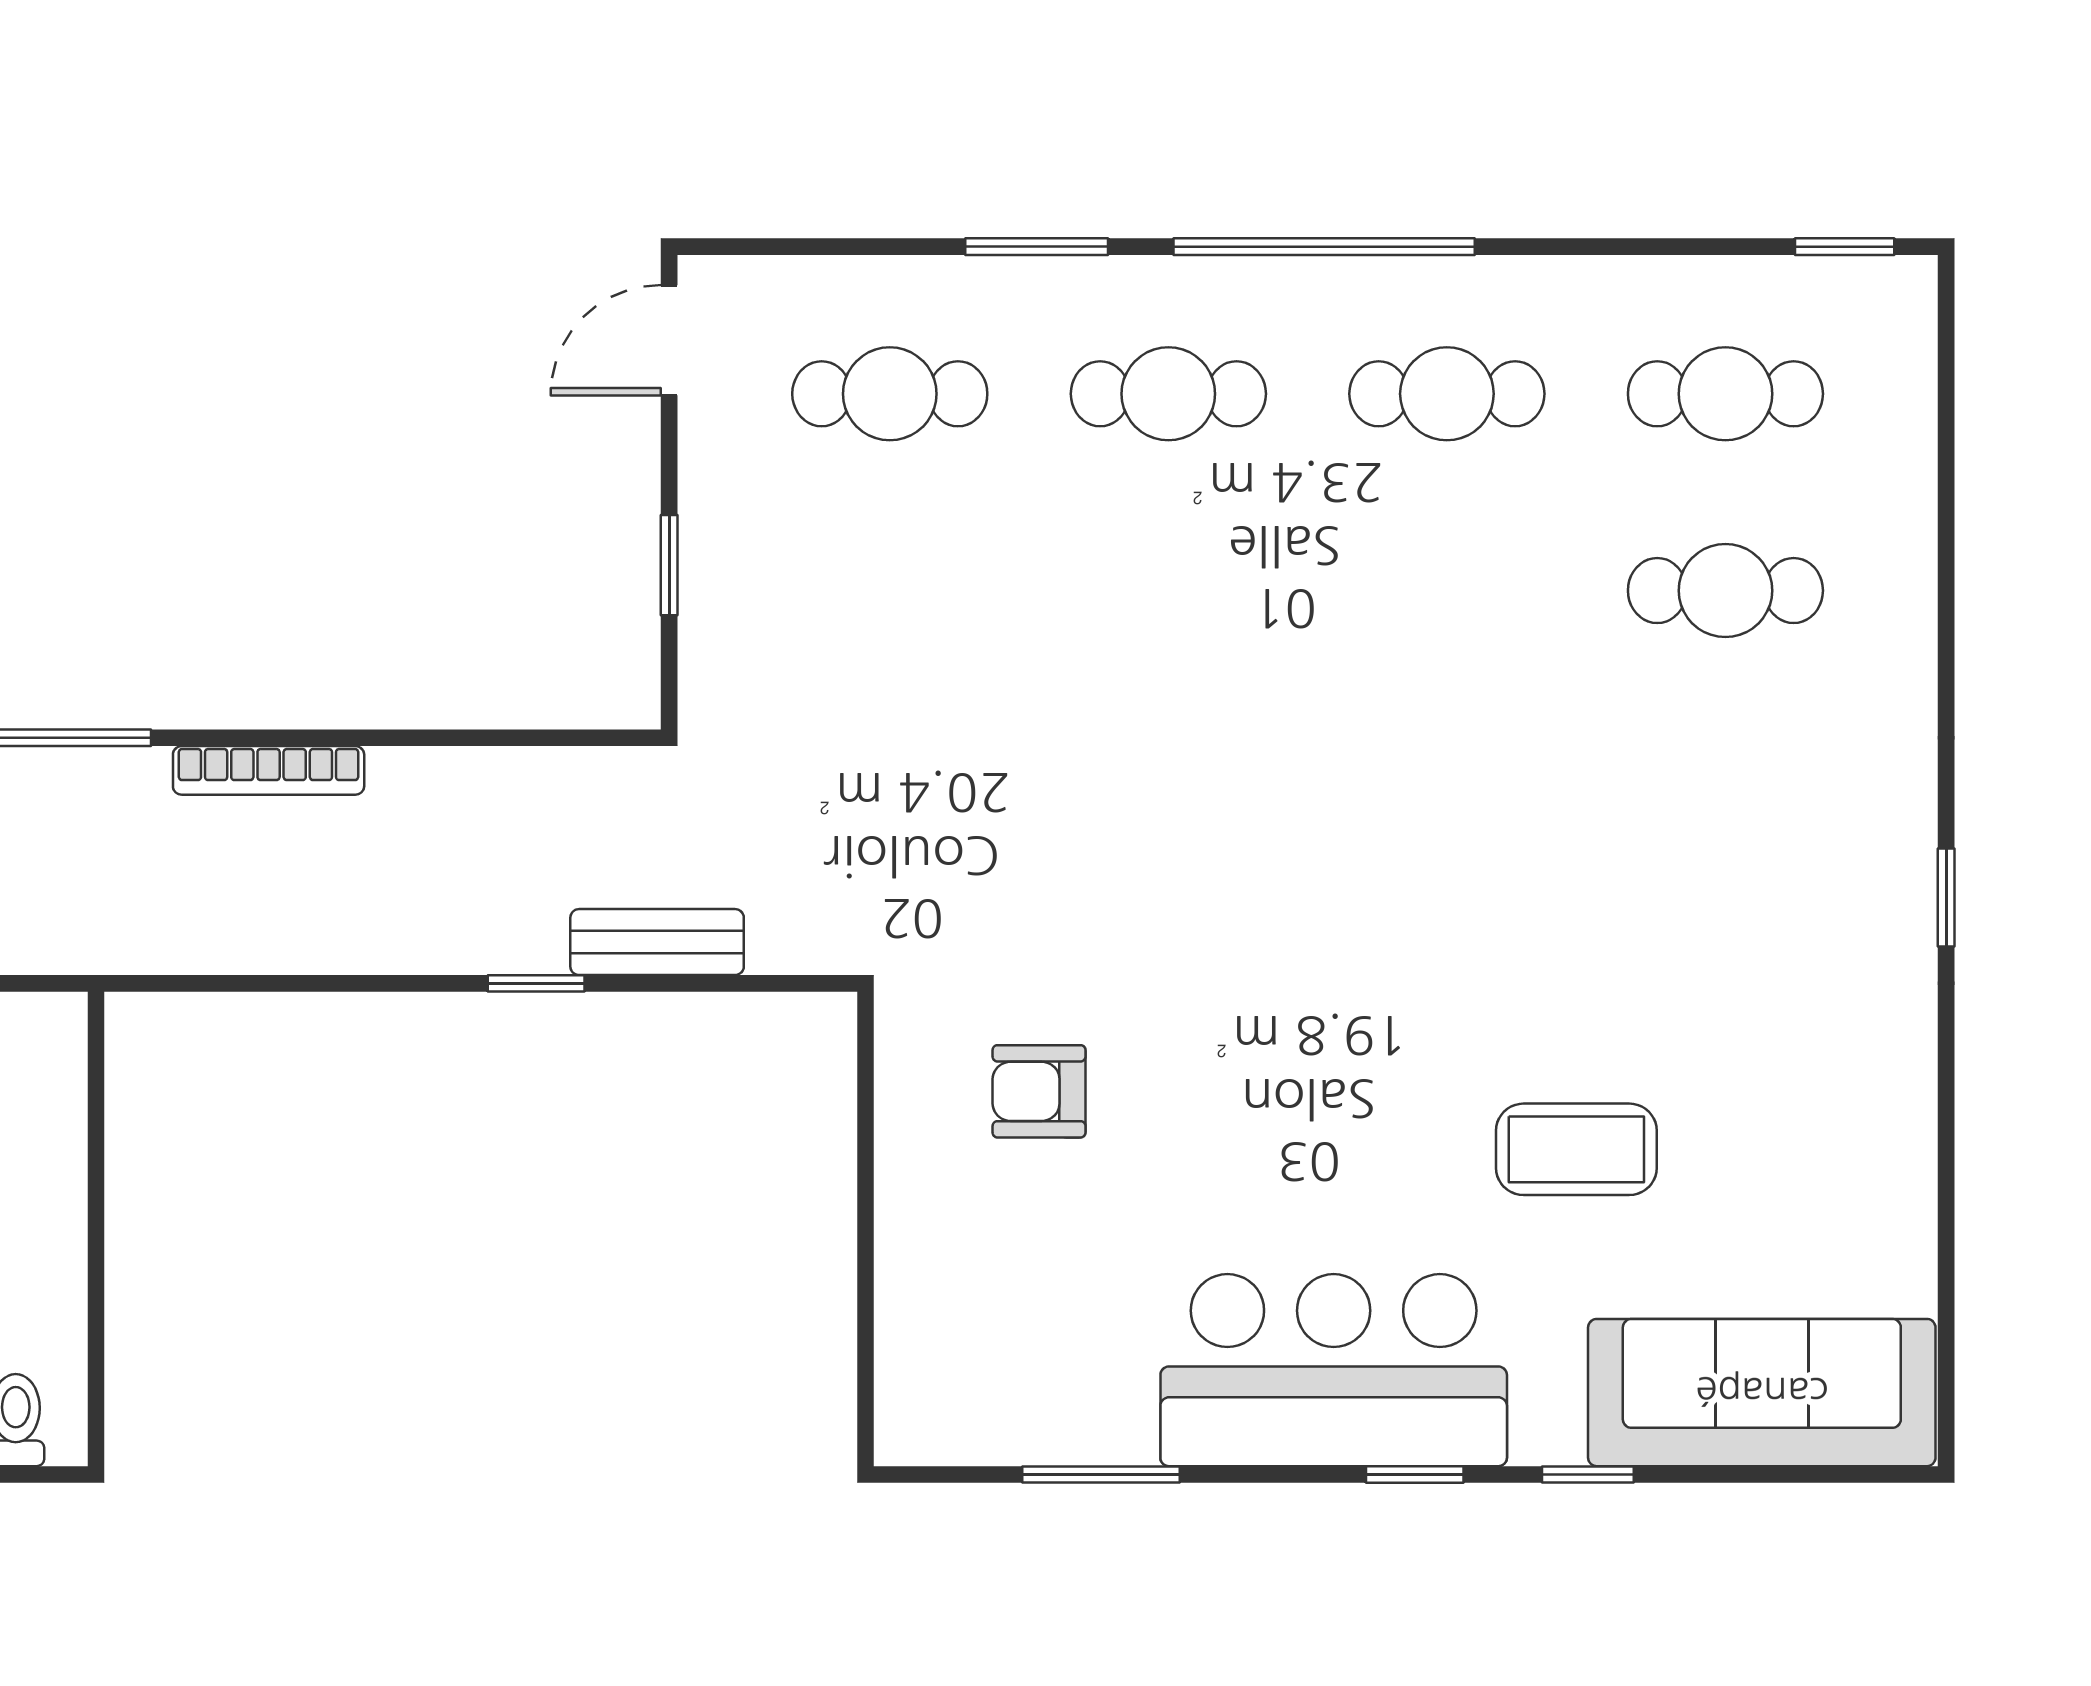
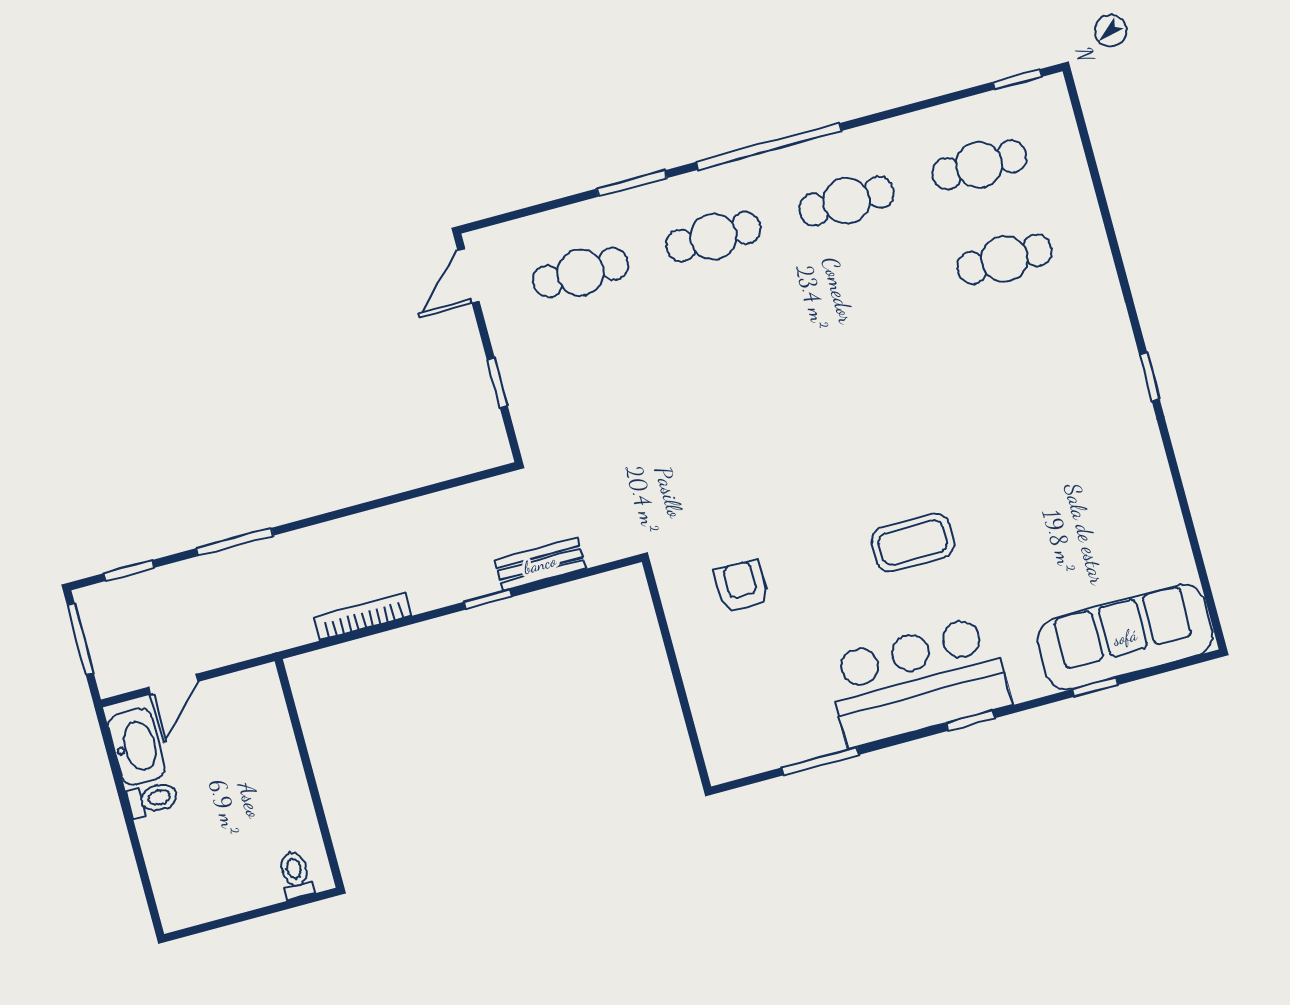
bookcase: (269, 770) -> (363, 616), moved, turned 180
armchair: (1039, 1091) -> (742, 586), turned 90
coffee table: (1576, 1149) -> (913, 543), moved
window: (1588, 1475) -> (1095, 687), moved

